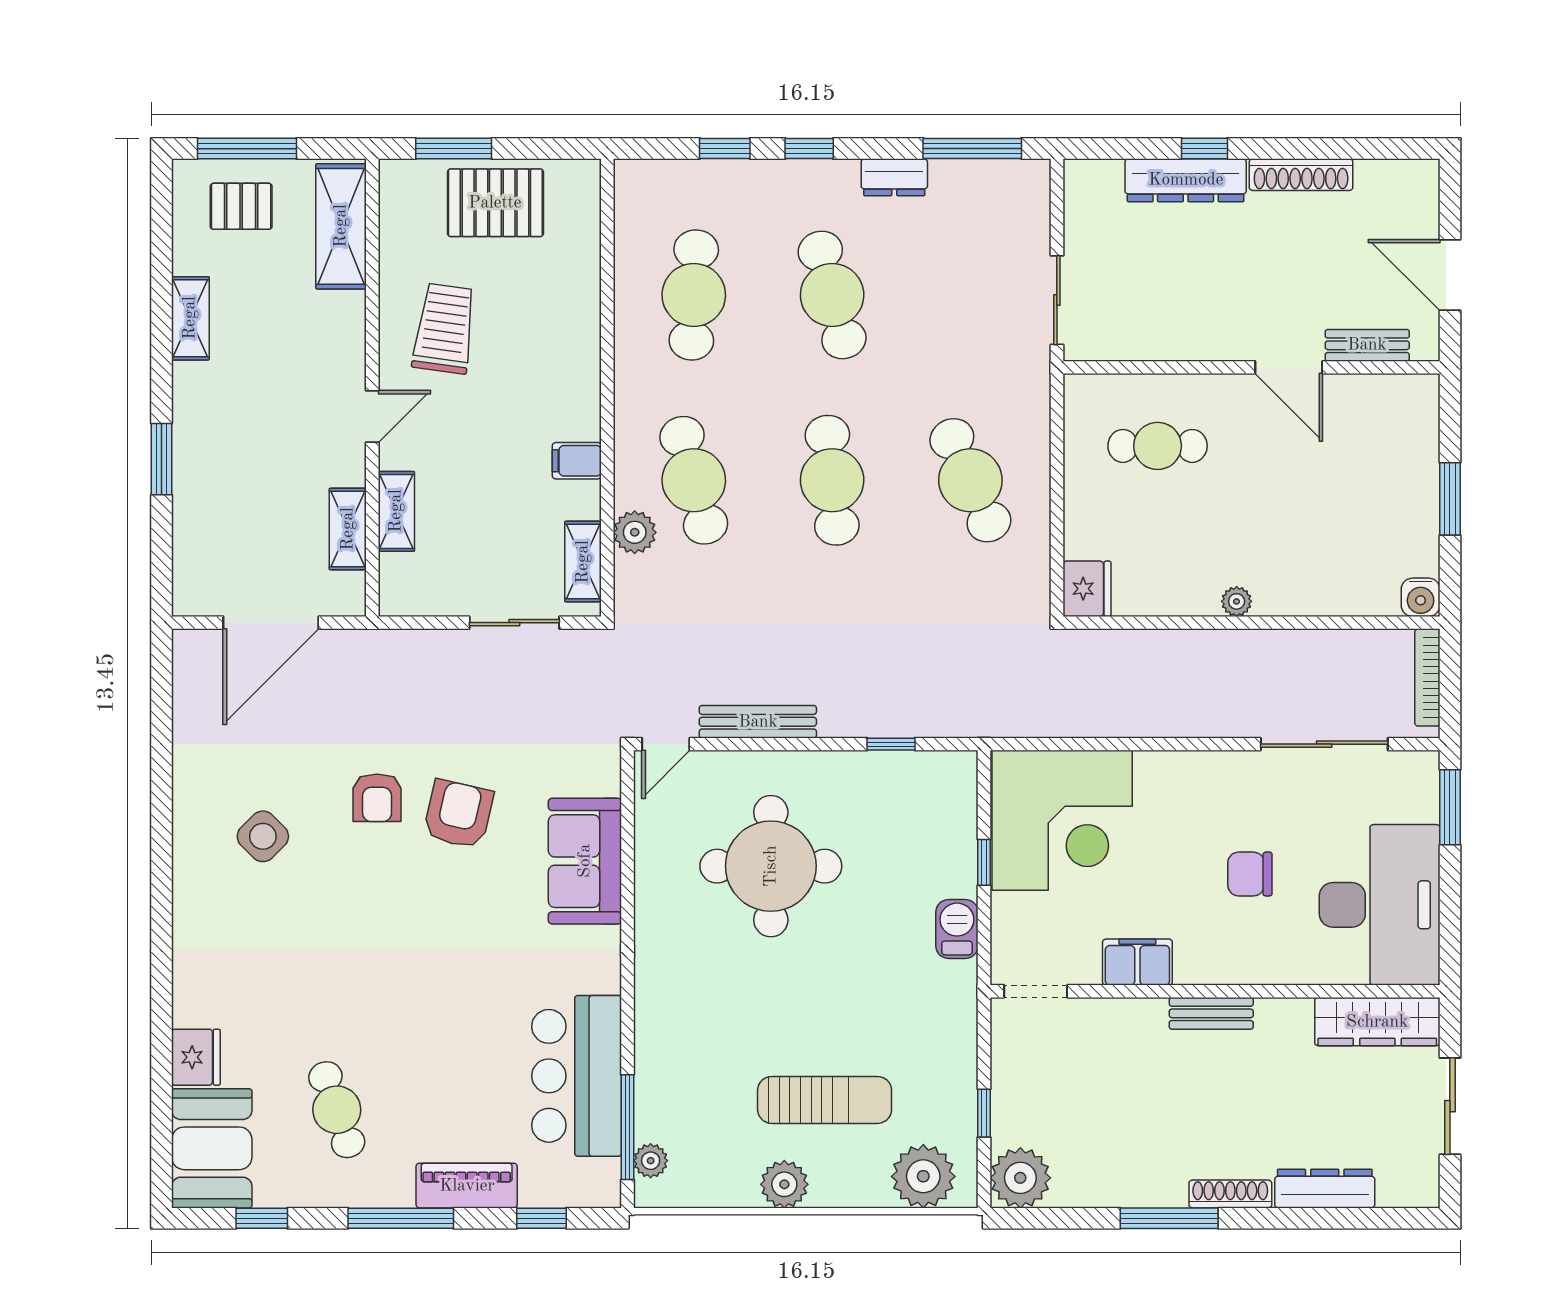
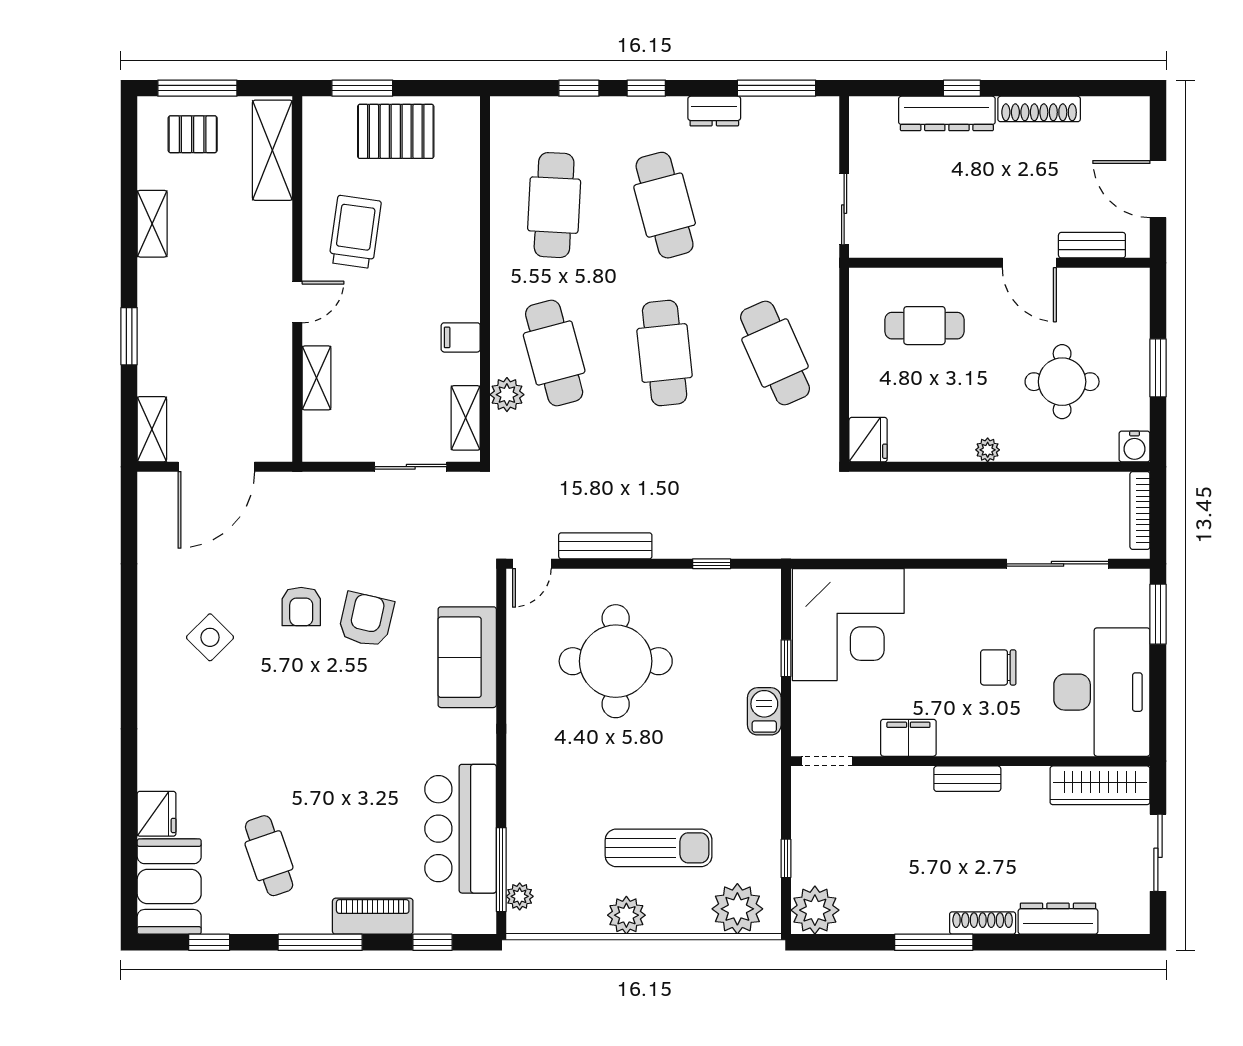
round table: (1330, 516) -> (1062, 382), added
shelving: (348, 529) -> (152, 429), moved

